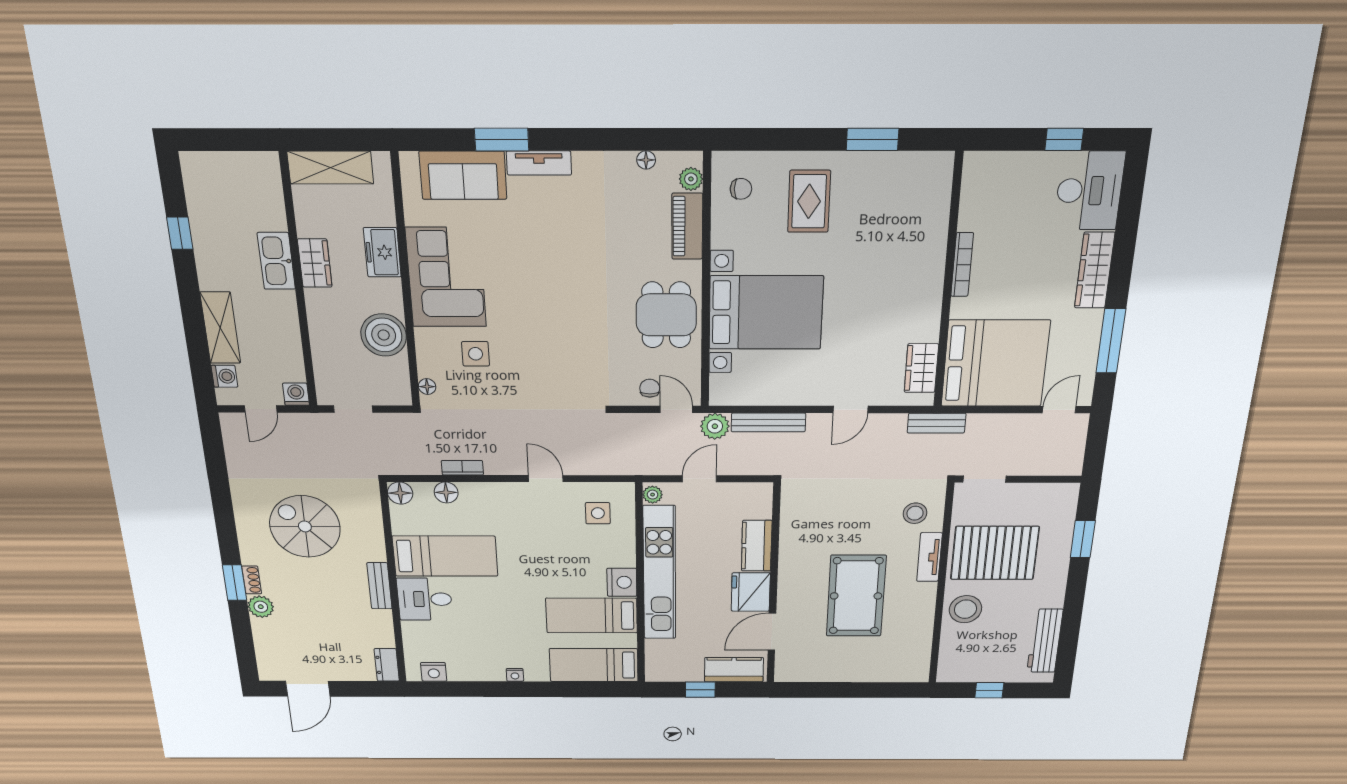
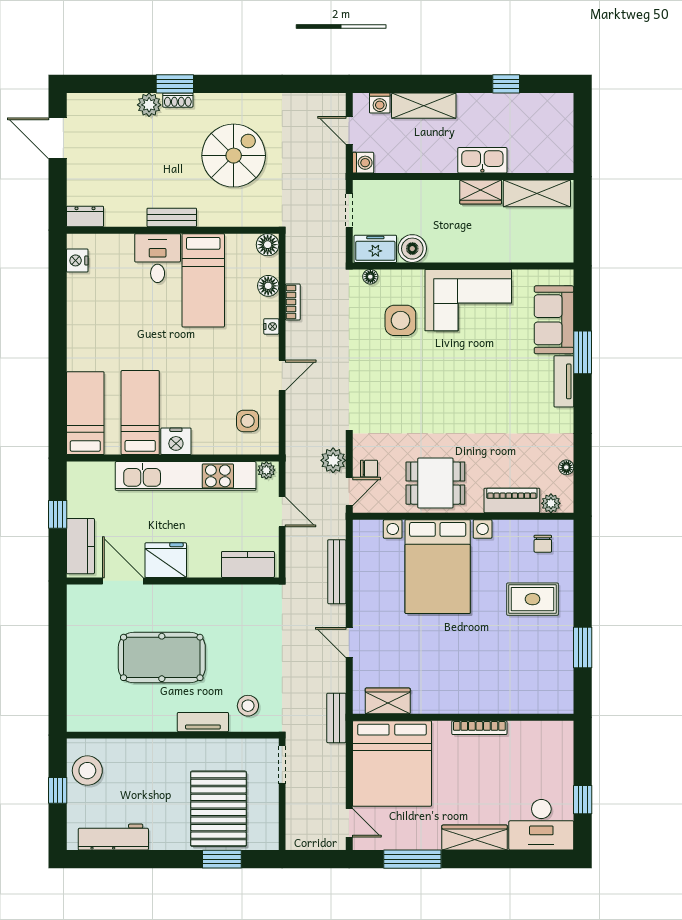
shelving: (330, 167) -> (537, 193), moved, turned 90
freezer: (382, 252) -> (375, 249), moved
boiler: (384, 335) -> (412, 249), width x0.73, depth x0.73
side table: (476, 354) -> (400, 320), width x1.37, depth x1.37
plant: (715, 426) -> (333, 460), moved
kitchen counter: (757, 546) -> (248, 564), moved
pallet: (995, 553) -> (218, 809), moved
stool: (965, 609) -> (87, 771), moved
nightstand: (515, 675) -> (271, 326), moved, turned 180

